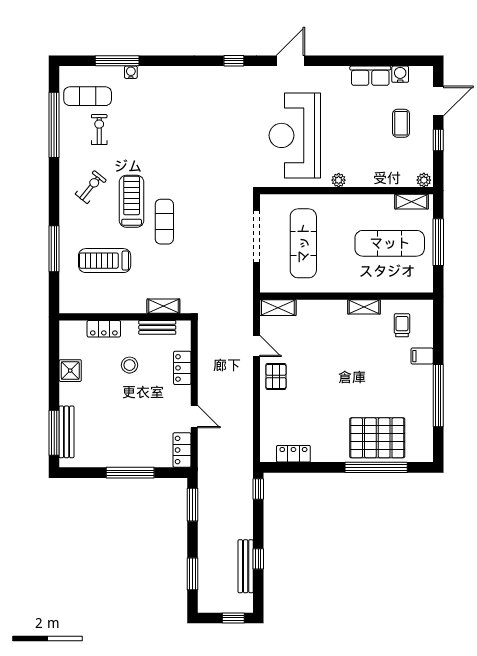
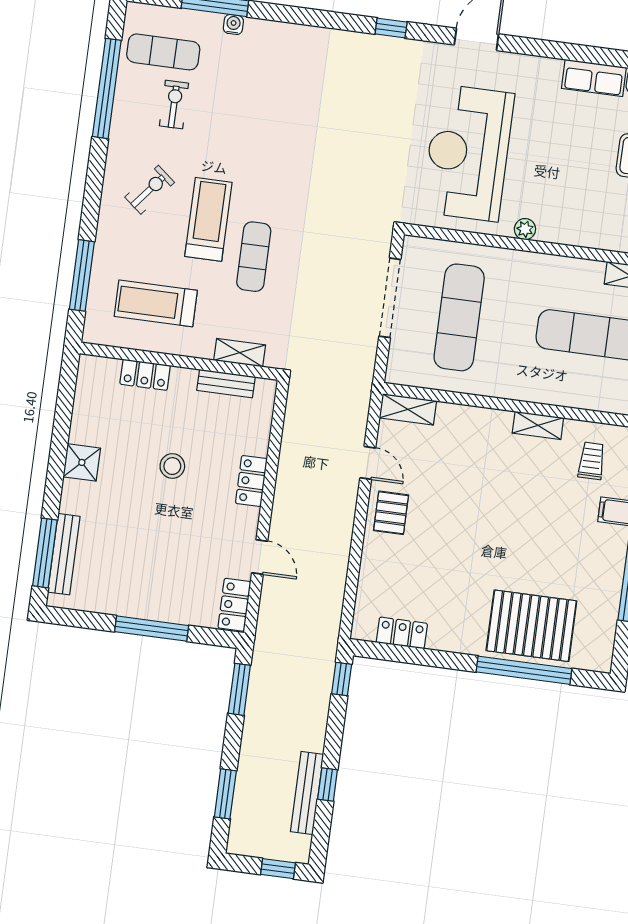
shelving: (163, 306) -> (240, 353), moved
wall: (125, 317) -> (179, 361), moved
bench: (157, 327) -> (226, 384), moved
locker: (104, 329) -> (145, 375), moved

